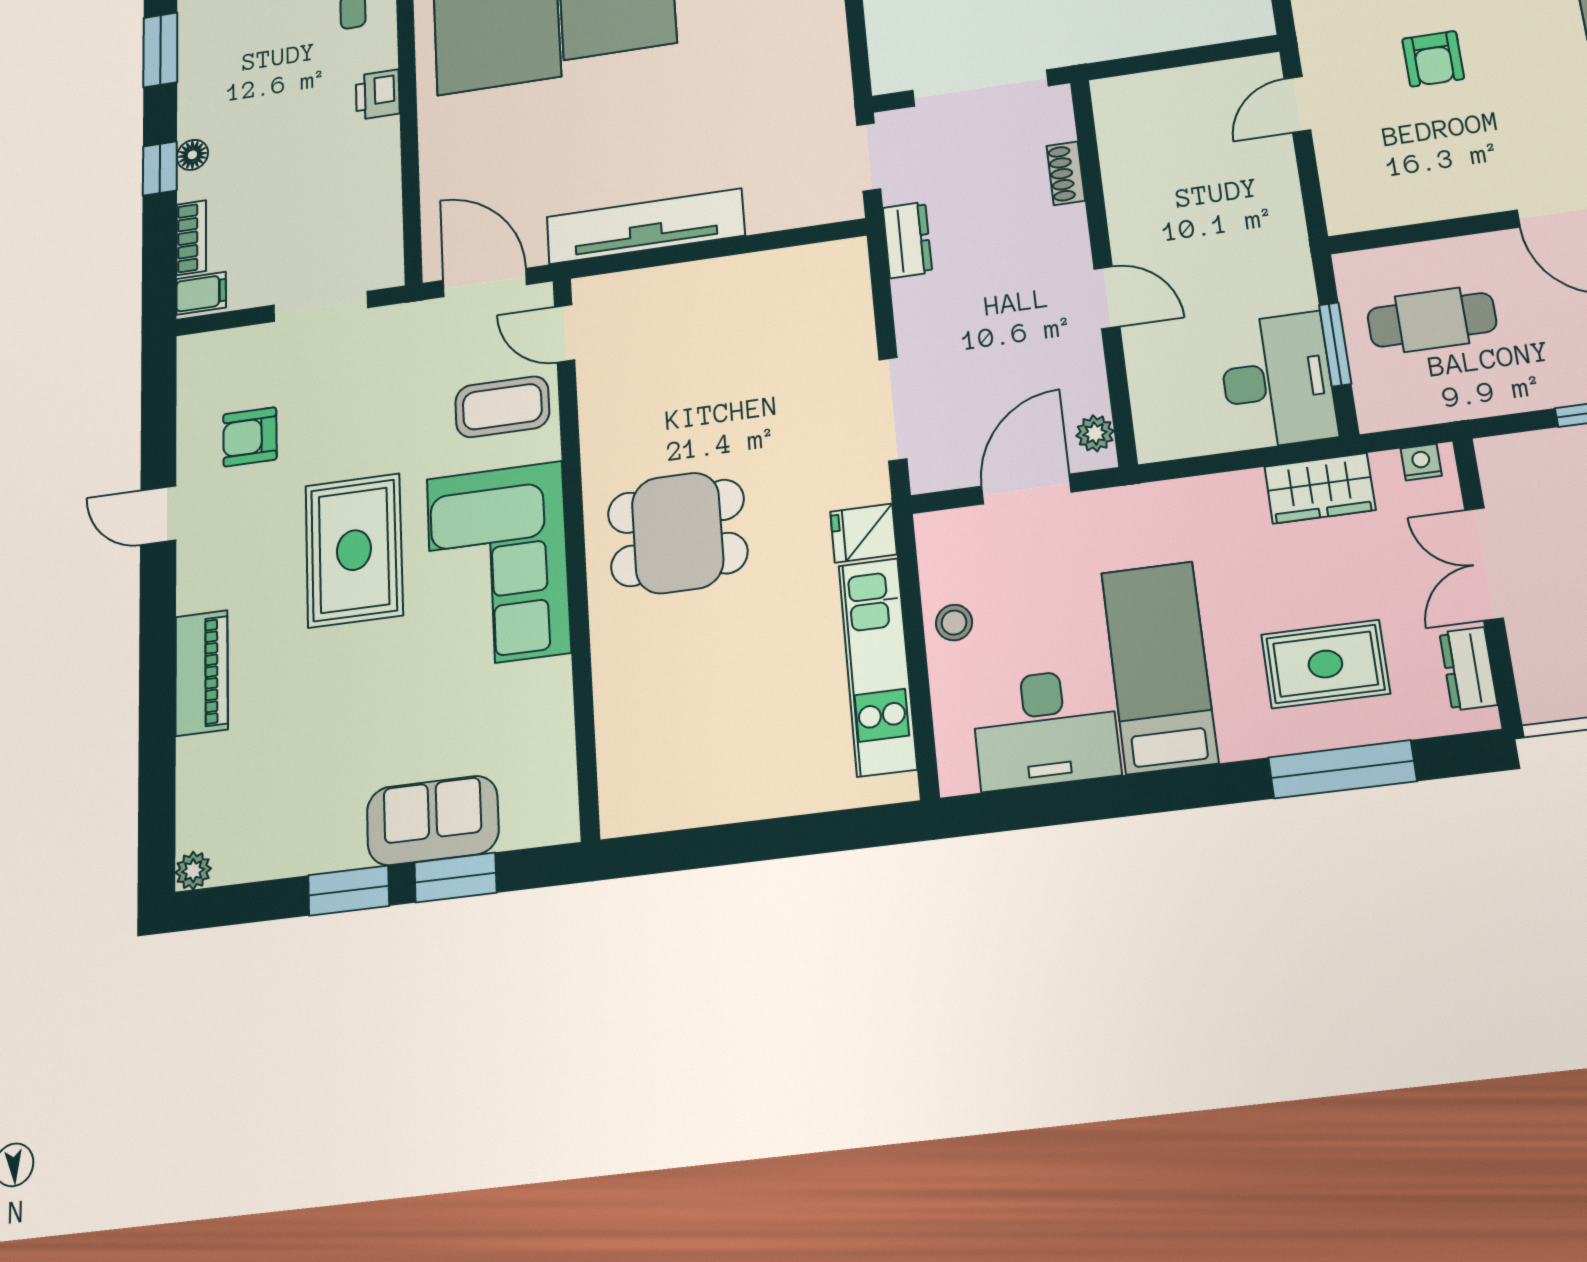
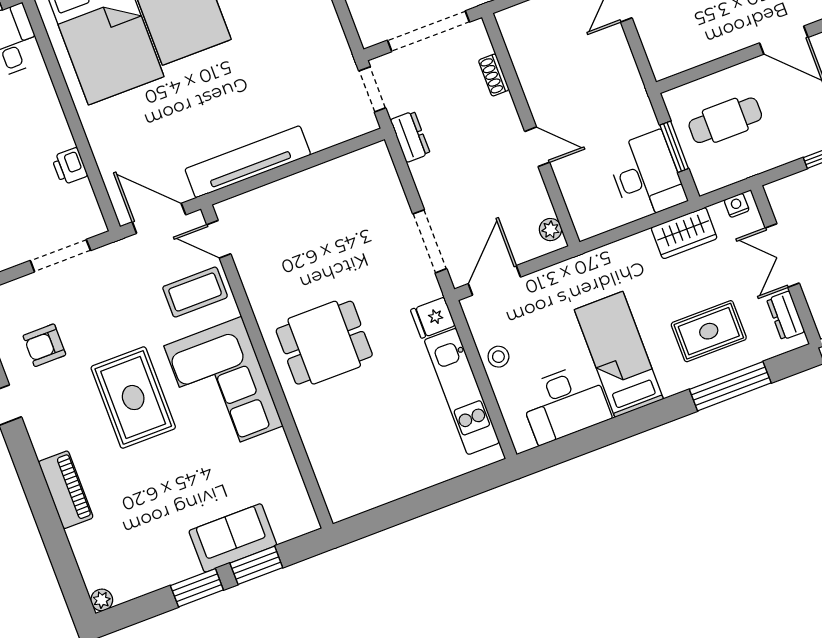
printer: (378, 95) -> (70, 166), moved
door: (1026, 489) -> (494, 280), moved

